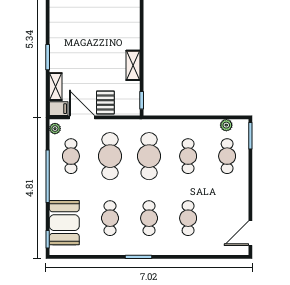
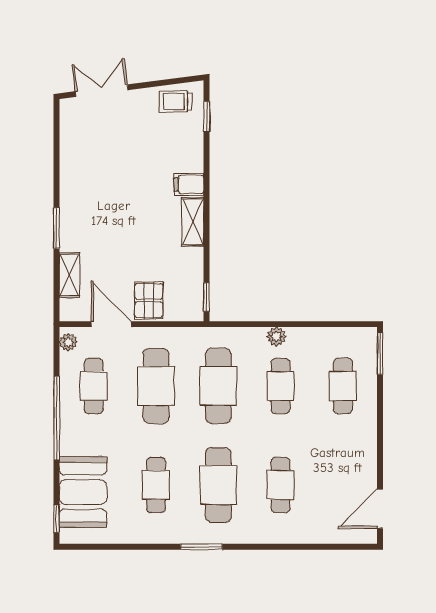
shelving: (133, 65) -> (193, 222), moved
filing cabinet: (59, 109) -> (189, 184), moved, turned 180
plant: (226, 125) -> (276, 337), moved
cafe table: (149, 218) -> (218, 485), width x1.37, depth x1.35

